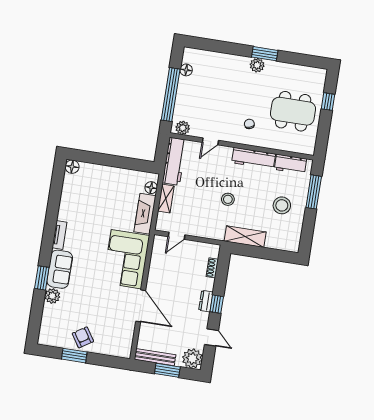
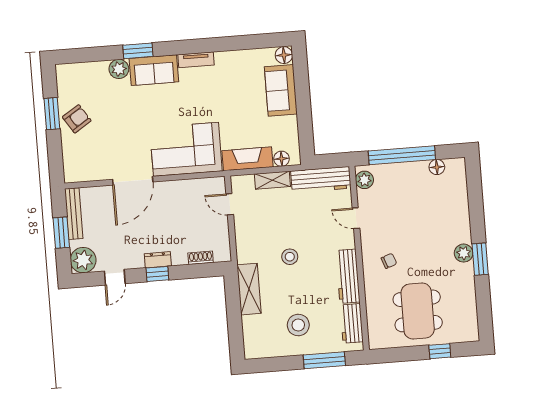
sofa: (99, 176) -> (281, 90), added

